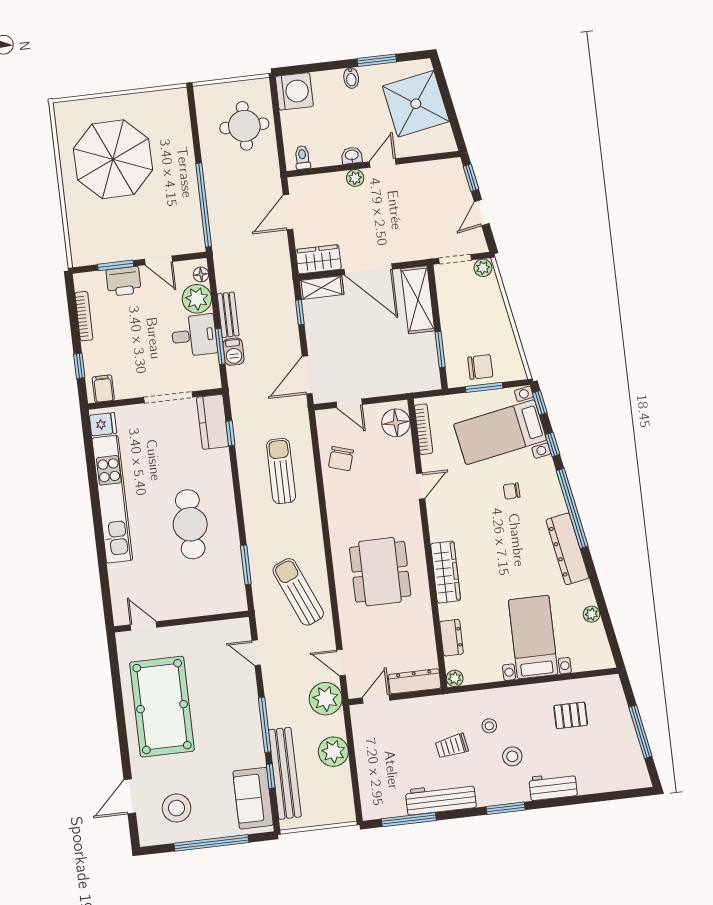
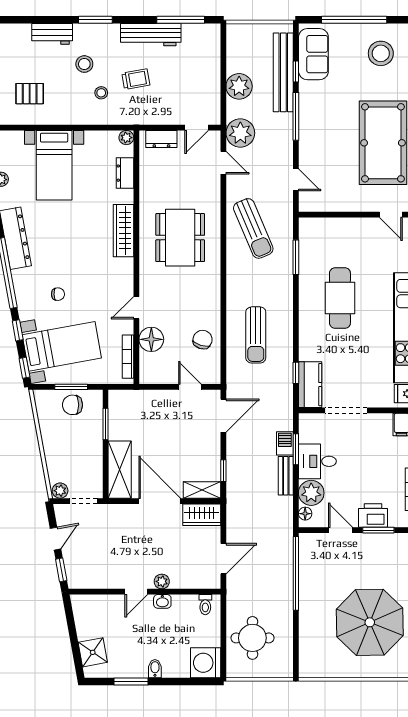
shower: (416, 104) -> (93, 652), width x0.54, depth x0.54
floor lamp: (396, 423) -> (151, 339), moved
dresser: (415, 681) -> (161, 139), width x0.70

